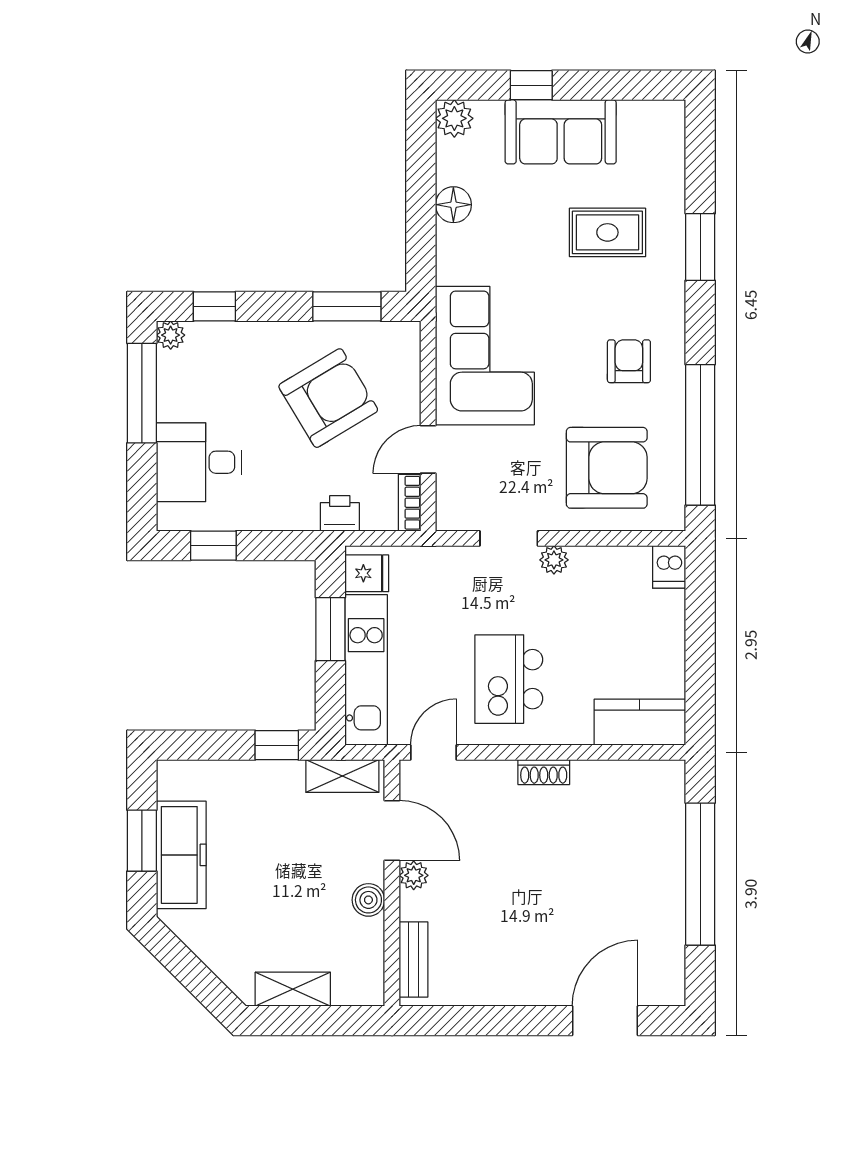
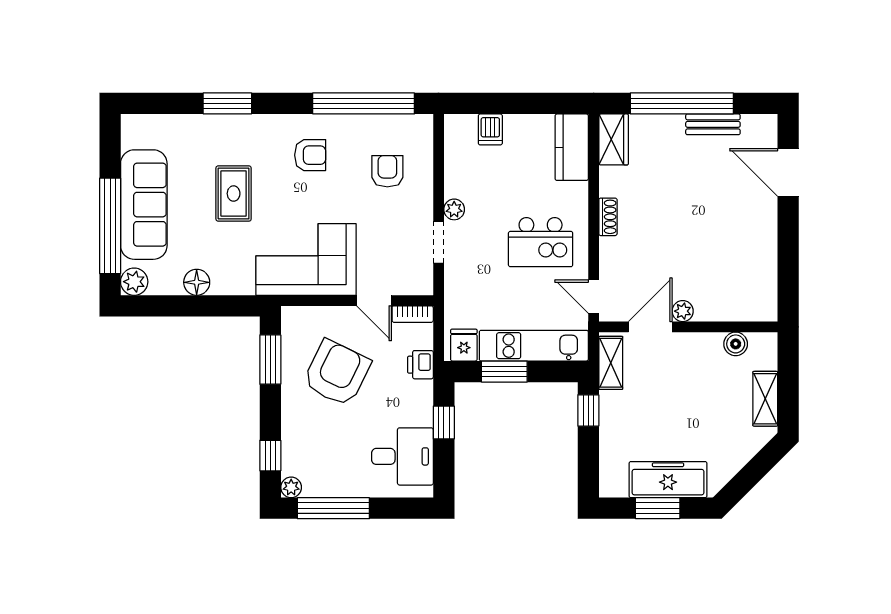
window: (531, 85) -> (110, 226), width x3.17
sofa: (561, 132) -> (144, 205), width x1.36
rug: (607, 232) -> (234, 194), moved
armchair: (629, 361) -> (310, 155), turned 180
armchair: (328, 398) -> (337, 373), turned 57
desk: (199, 462) -> (402, 456), moved, turned -90
armchair: (607, 468) -> (387, 171), width x0.53, depth x0.53
window: (213, 546) -> (444, 423), moved
dishwasher: (669, 567) -> (490, 129), moved, turned 90
wardrobe: (650, 780) -> (614, 139), added
boiler: (368, 900) -> (736, 344), moved
bench: (414, 959) -> (713, 124), moved

